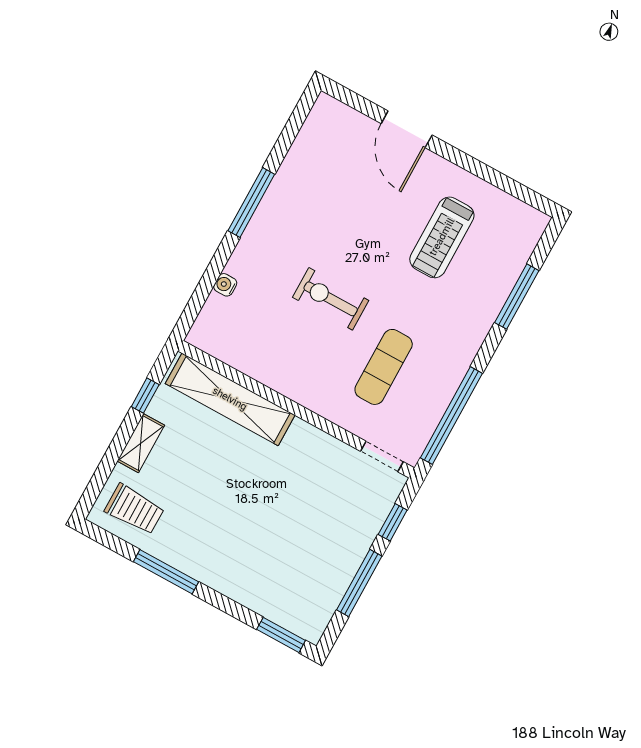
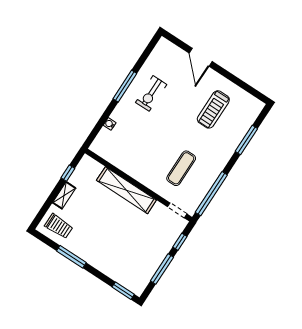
exercise bike: (331, 299) -> (151, 93), moved, turned -90
shelving: (230, 399) -> (126, 190), moved

